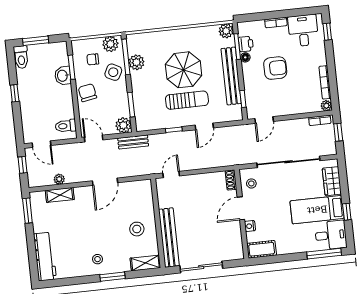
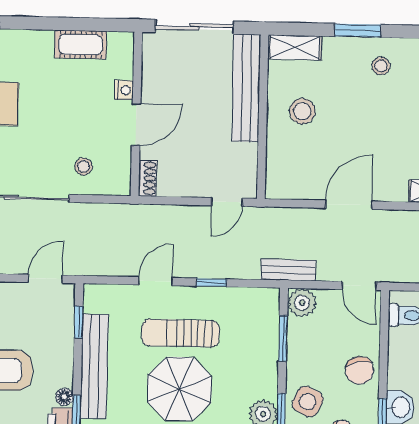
shoe rack: (231, 180) -> (147, 178), moved
door: (241, 208) -> (136, 125), moved
wall: (242, 214) -> (136, 114), moved
nightstand: (250, 226) -> (124, 90), moved

